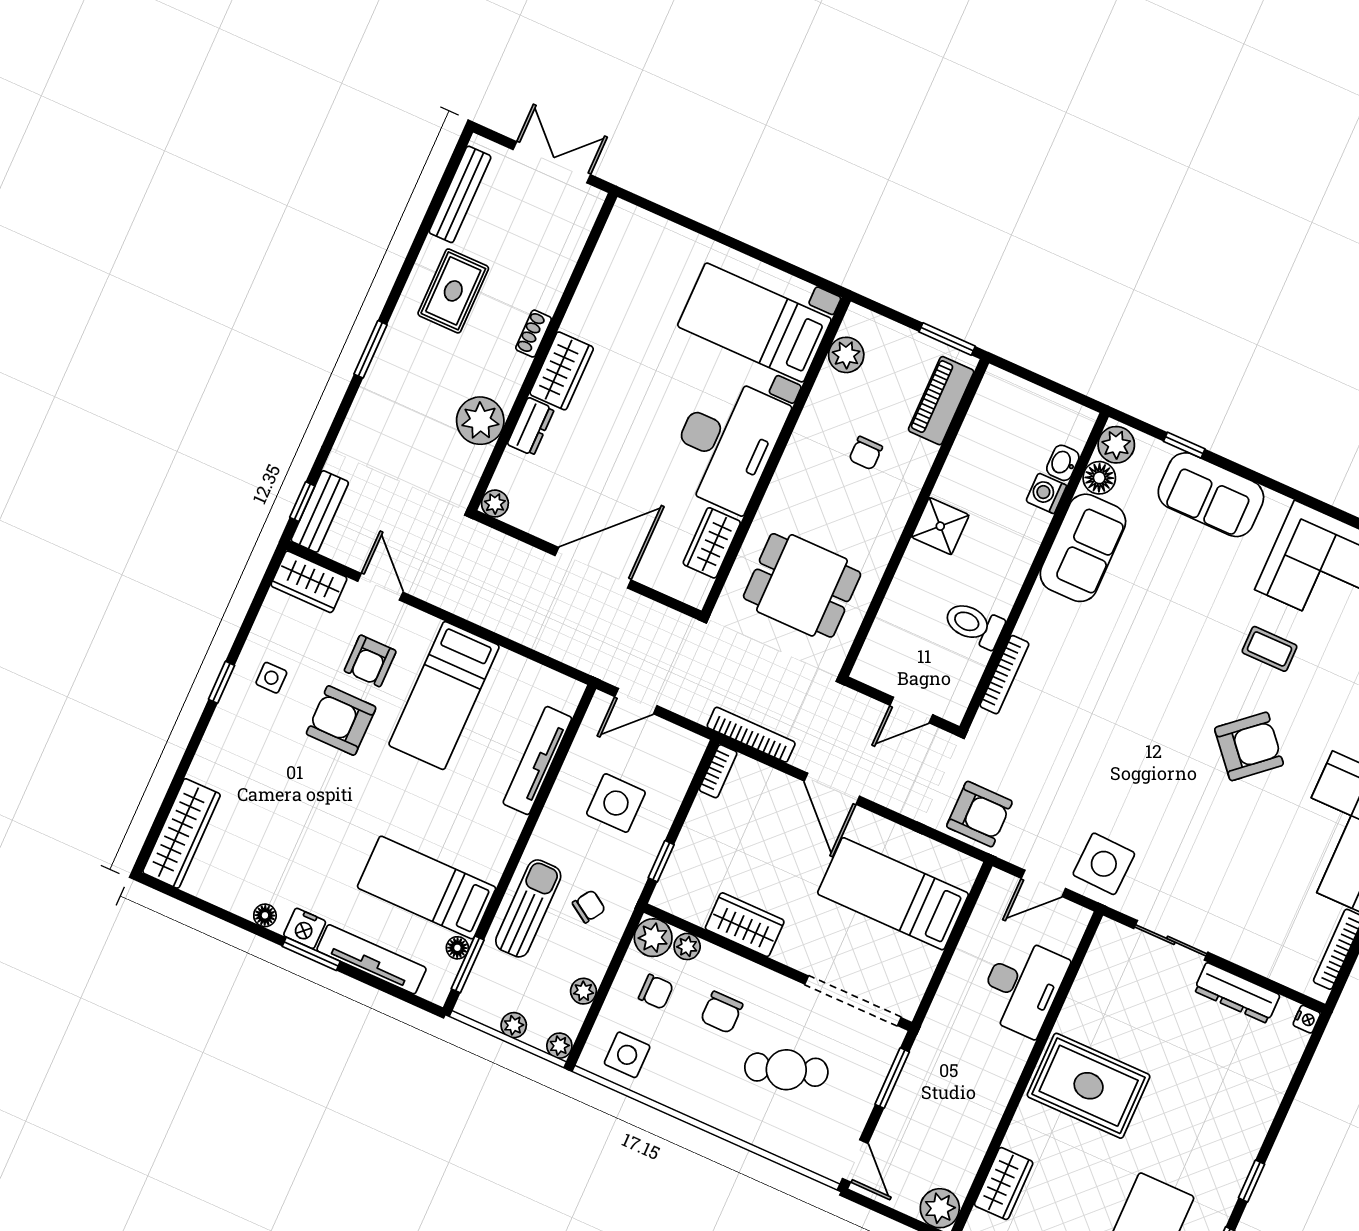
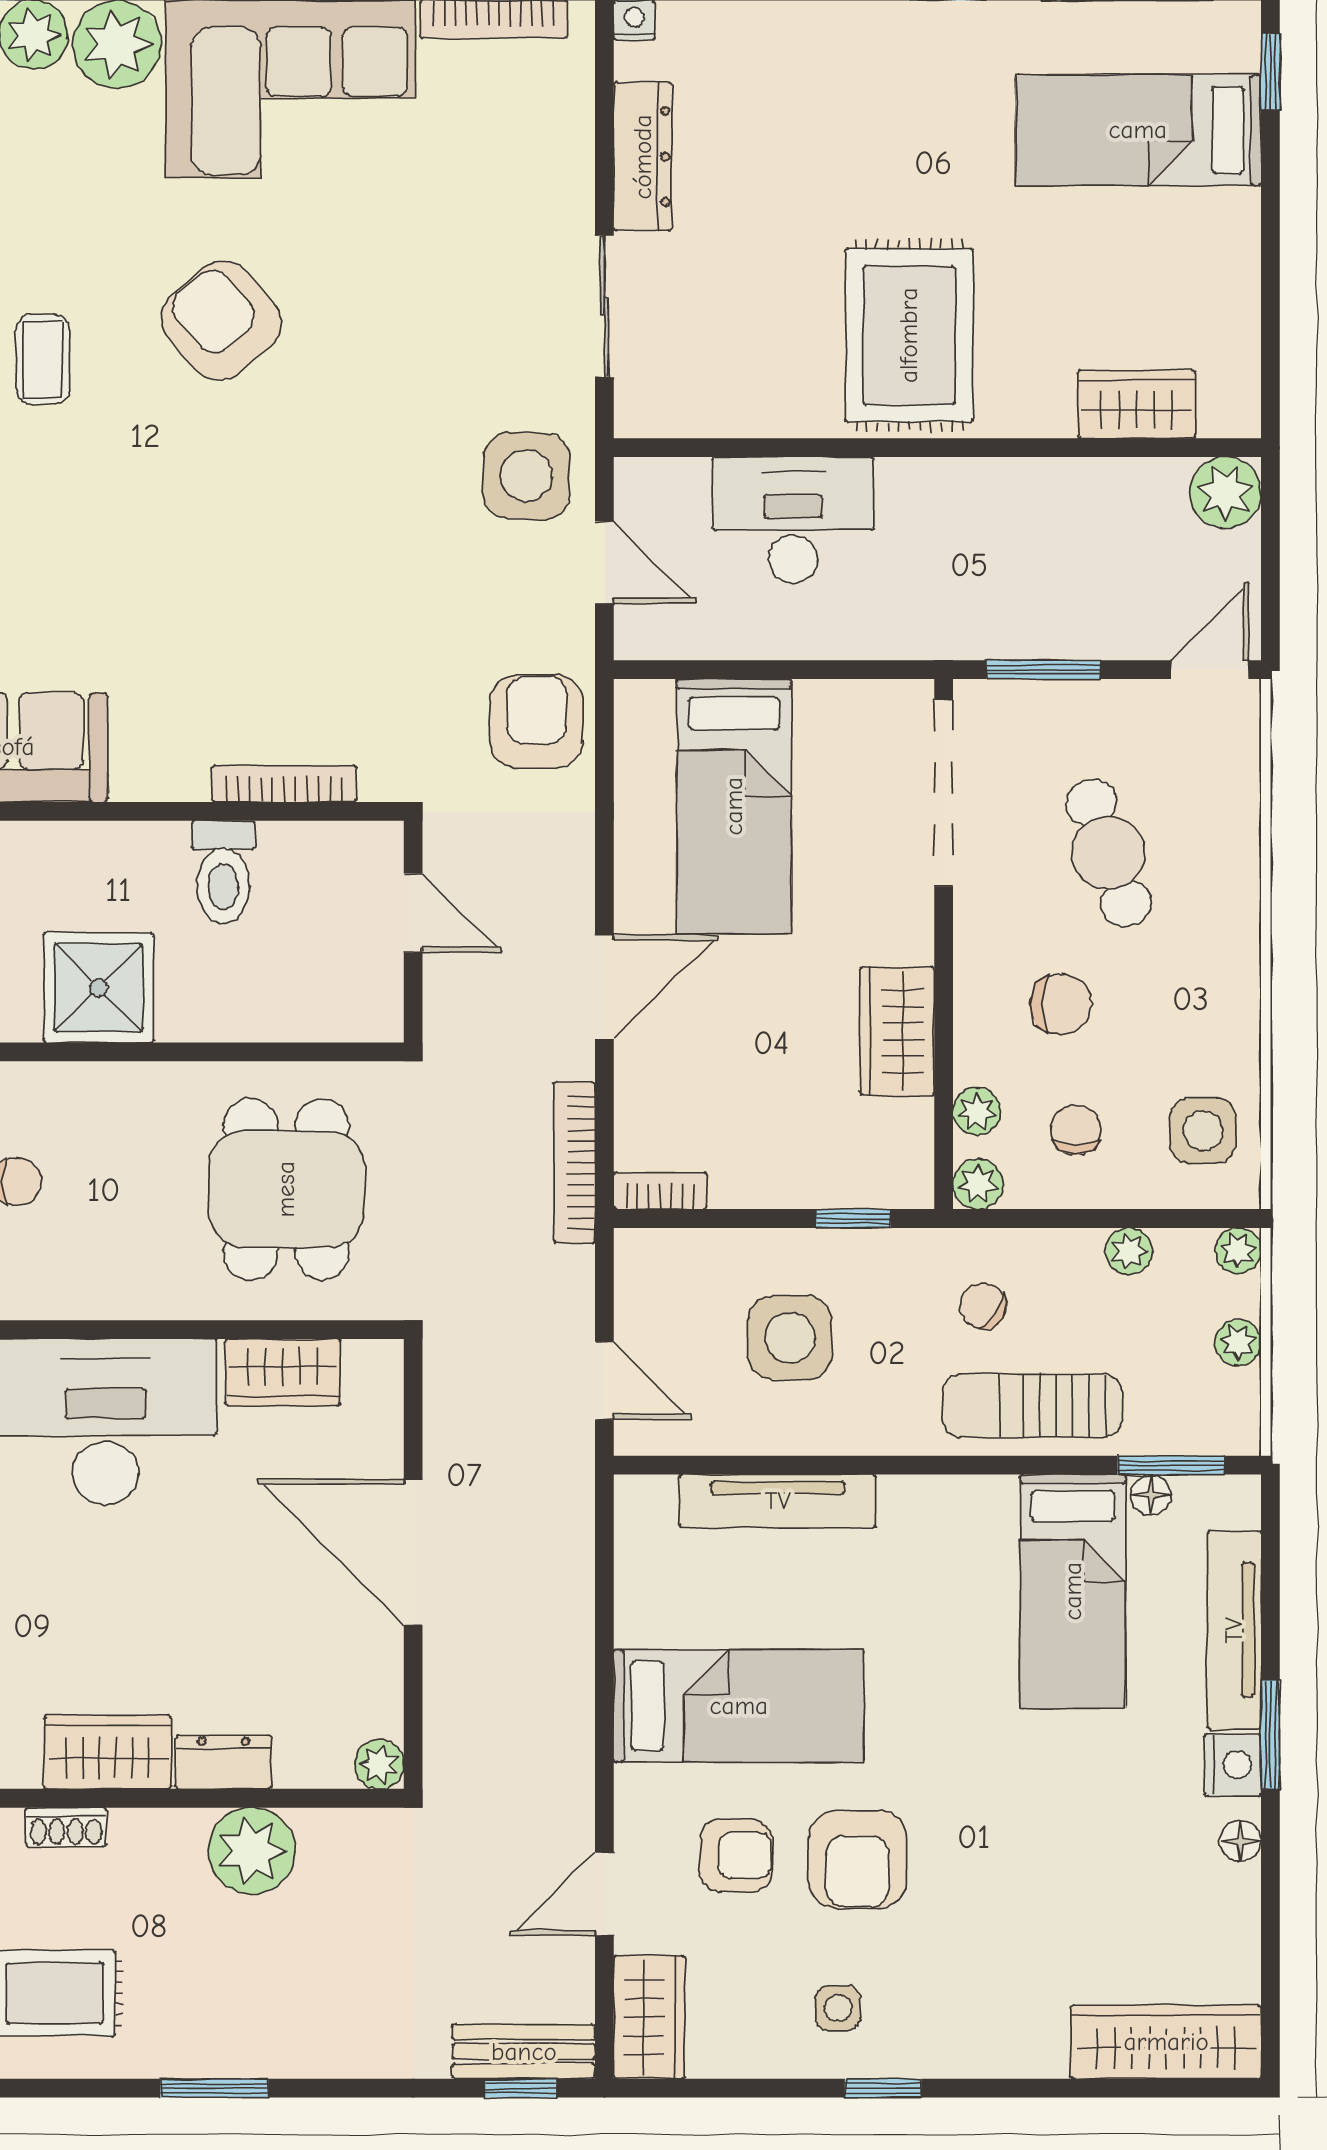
shower: (940, 526) -> (98, 988), width x1.36, depth x1.36
plant: (653, 938) -> (978, 1184), width x0.73, depth x0.73

